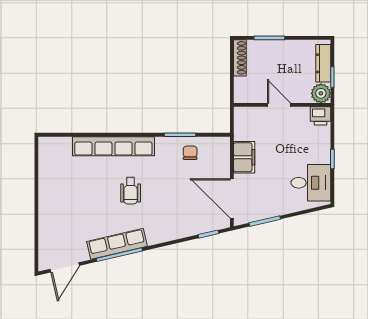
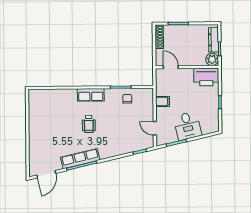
door: (279, 105) -> (171, 67), moved
printer: (320, 116) -> (206, 77), width x1.87, depth x1.48
row of seats: (113, 146) -> (91, 95), width x0.50
filing cabinet: (244, 157) -> (163, 101), width x0.50
desk: (311, 183) -> (187, 126), moved, turned 77
door: (232, 198) -> (155, 128), width x0.53

